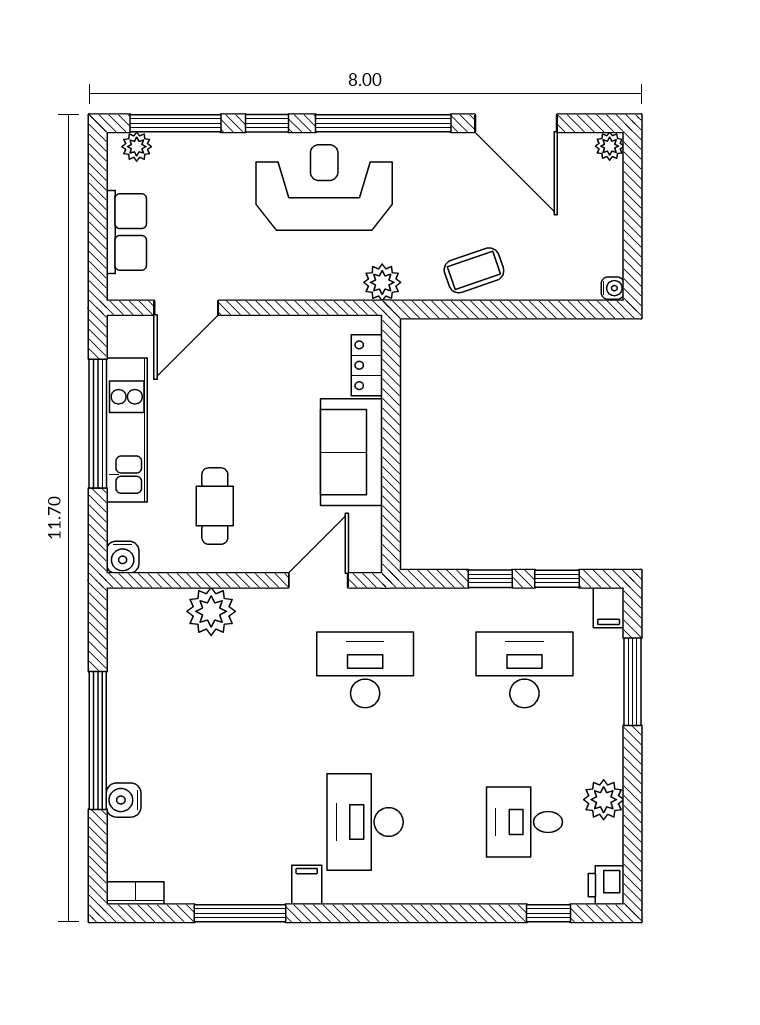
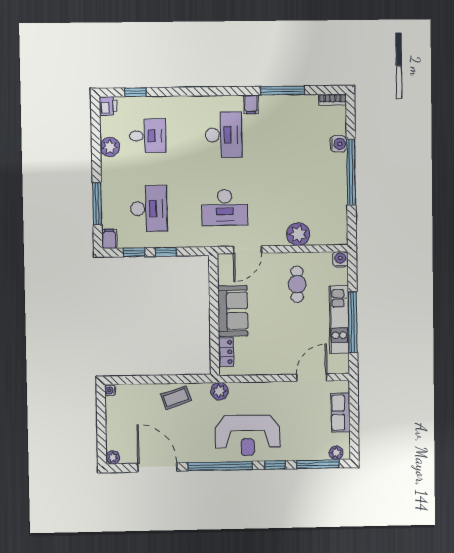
desk: (524, 670) -> (149, 209), turned -90

